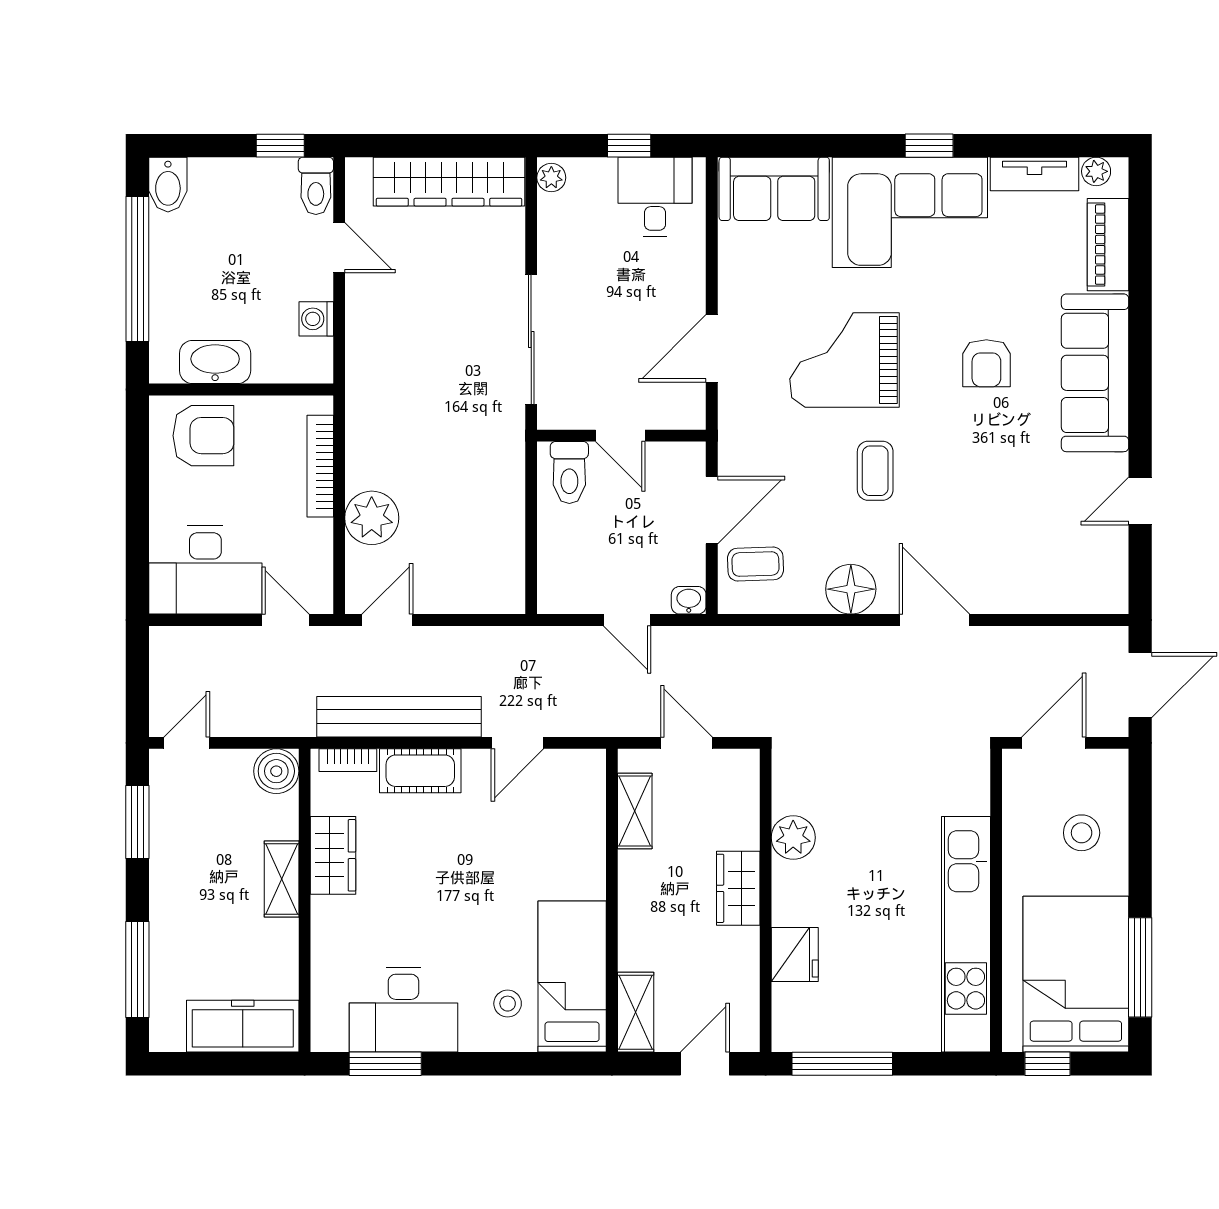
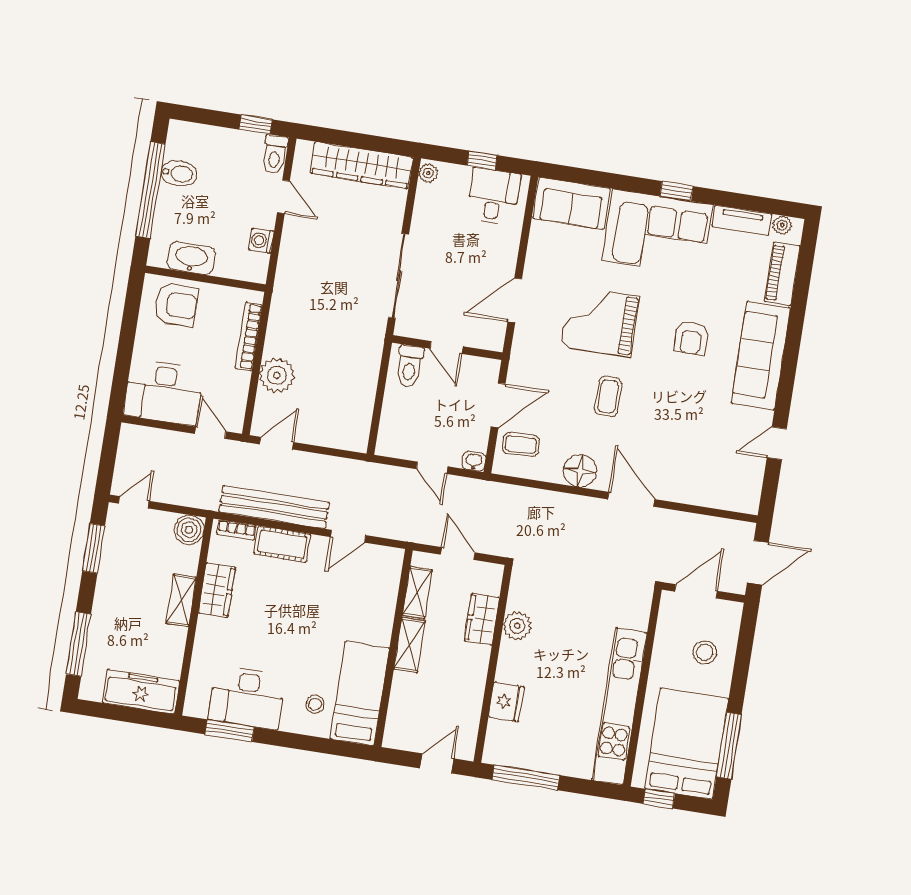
bidet: (168, 185) -> (179, 173), moved, turned -90
wardrobe: (738, 888) -> (482, 619), moved
shelving: (636, 1012) -> (410, 645), moved

